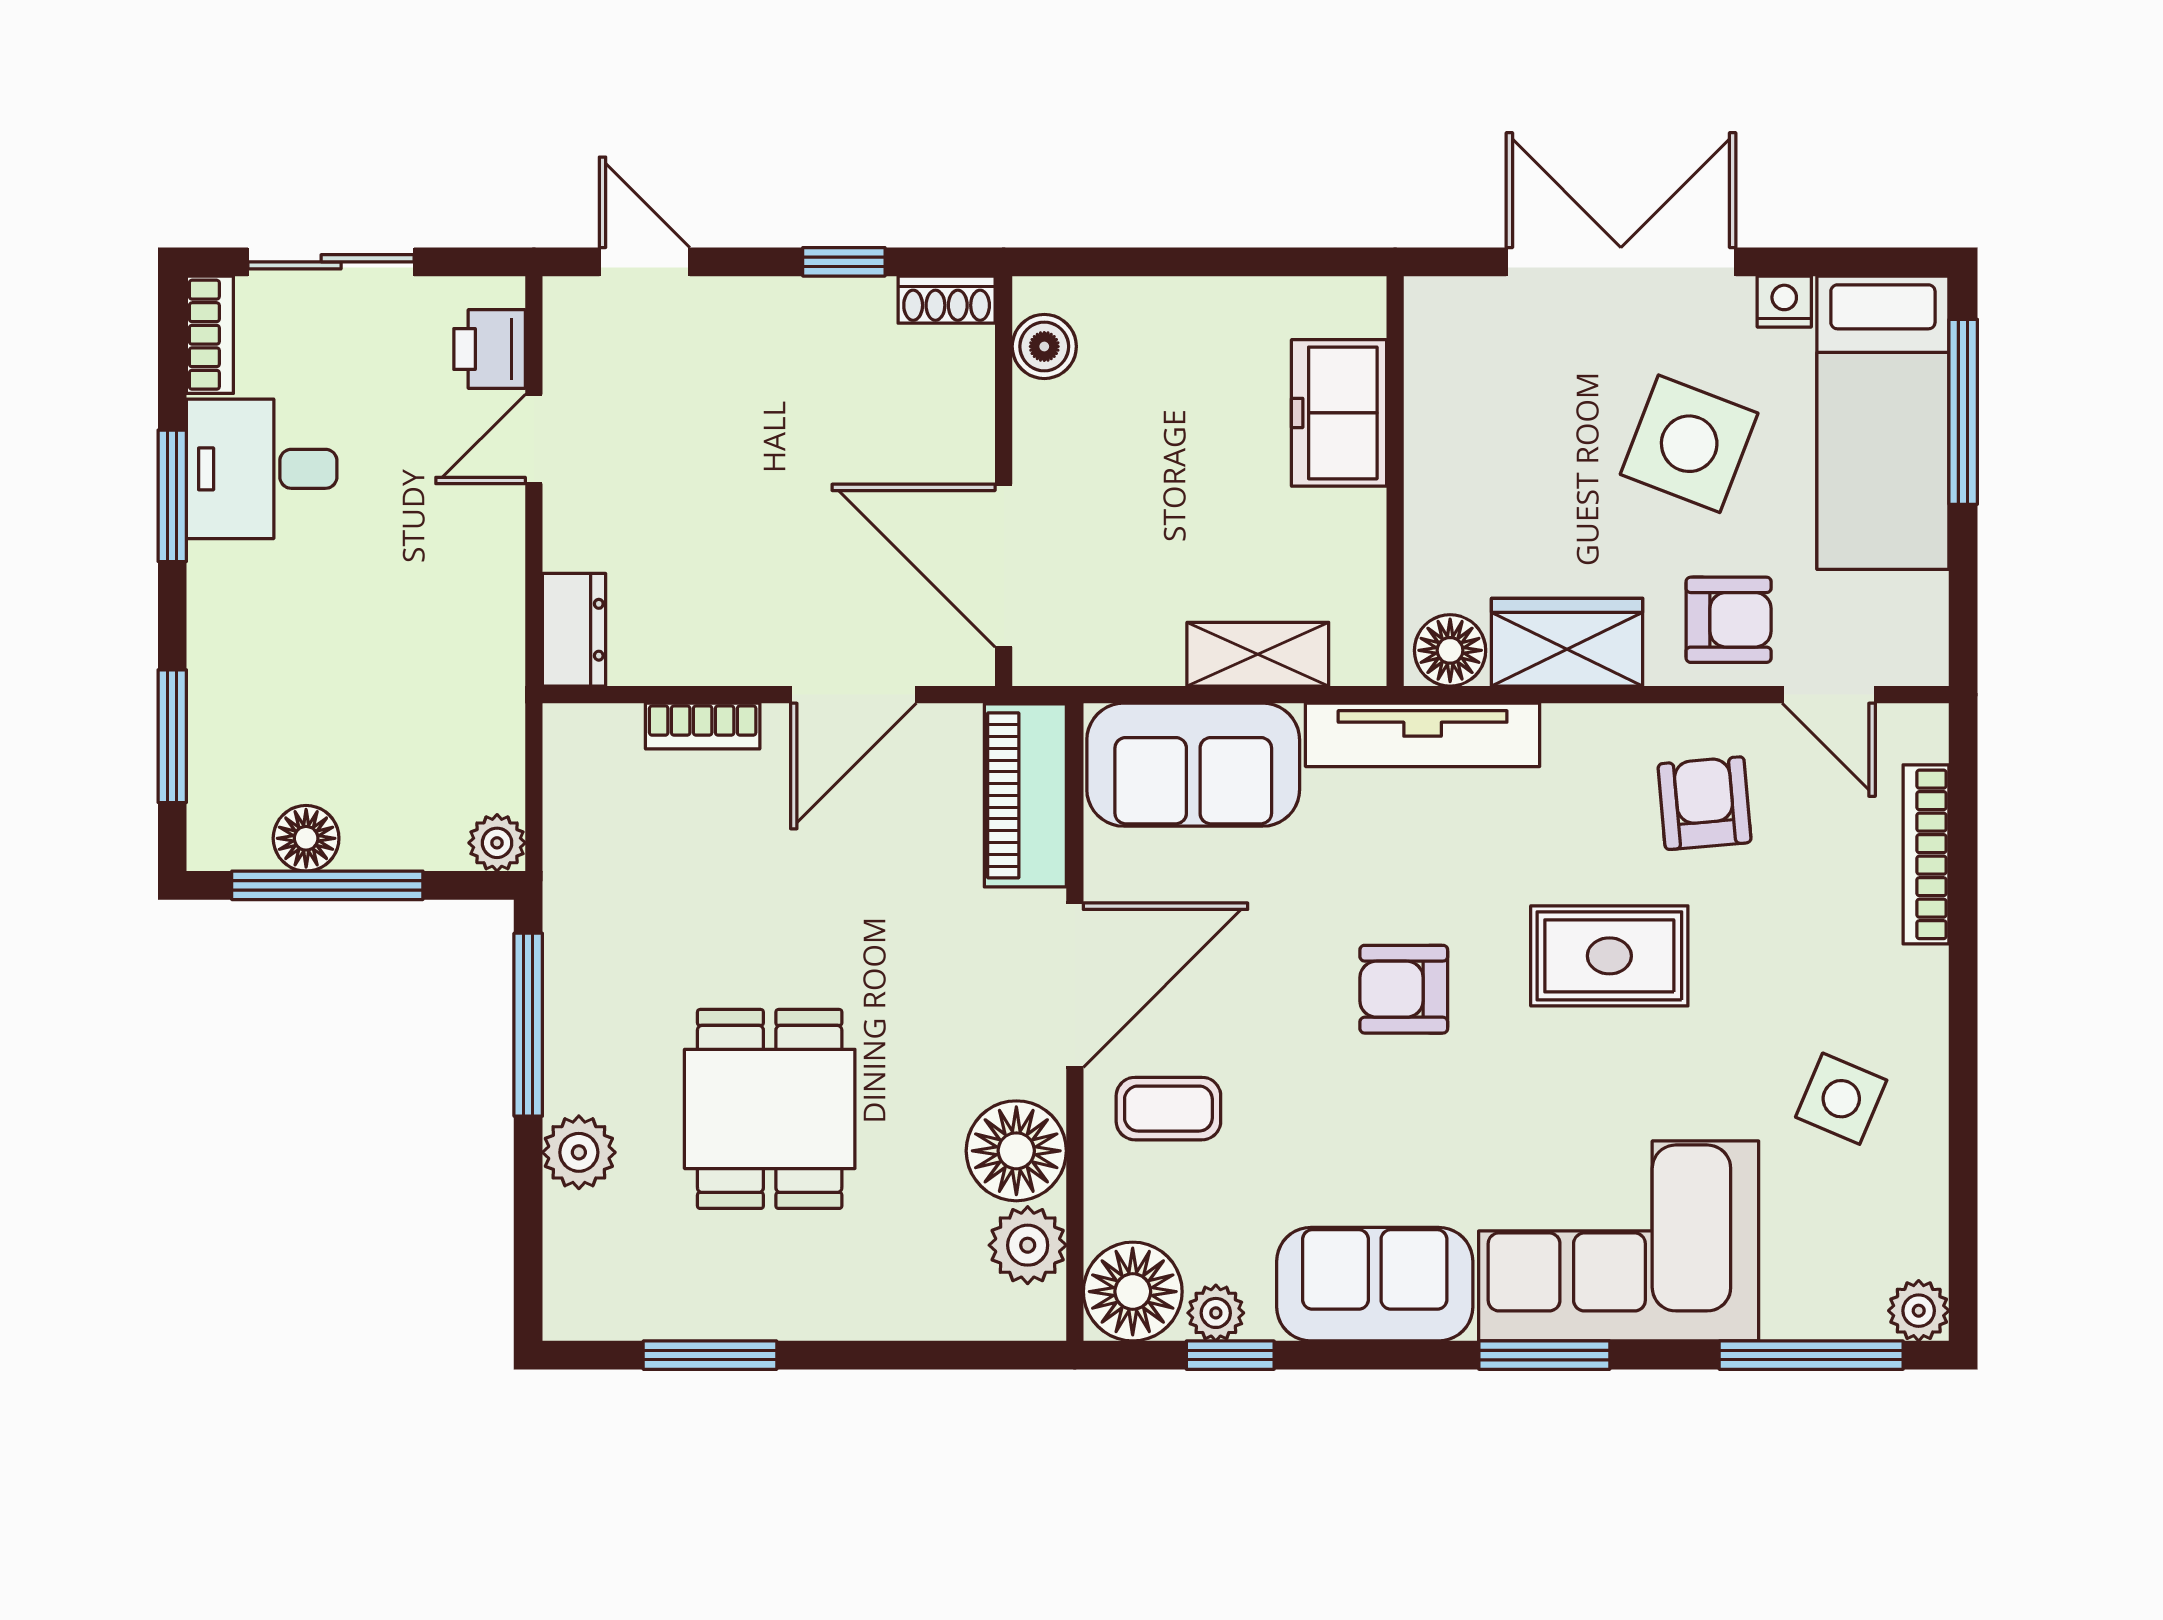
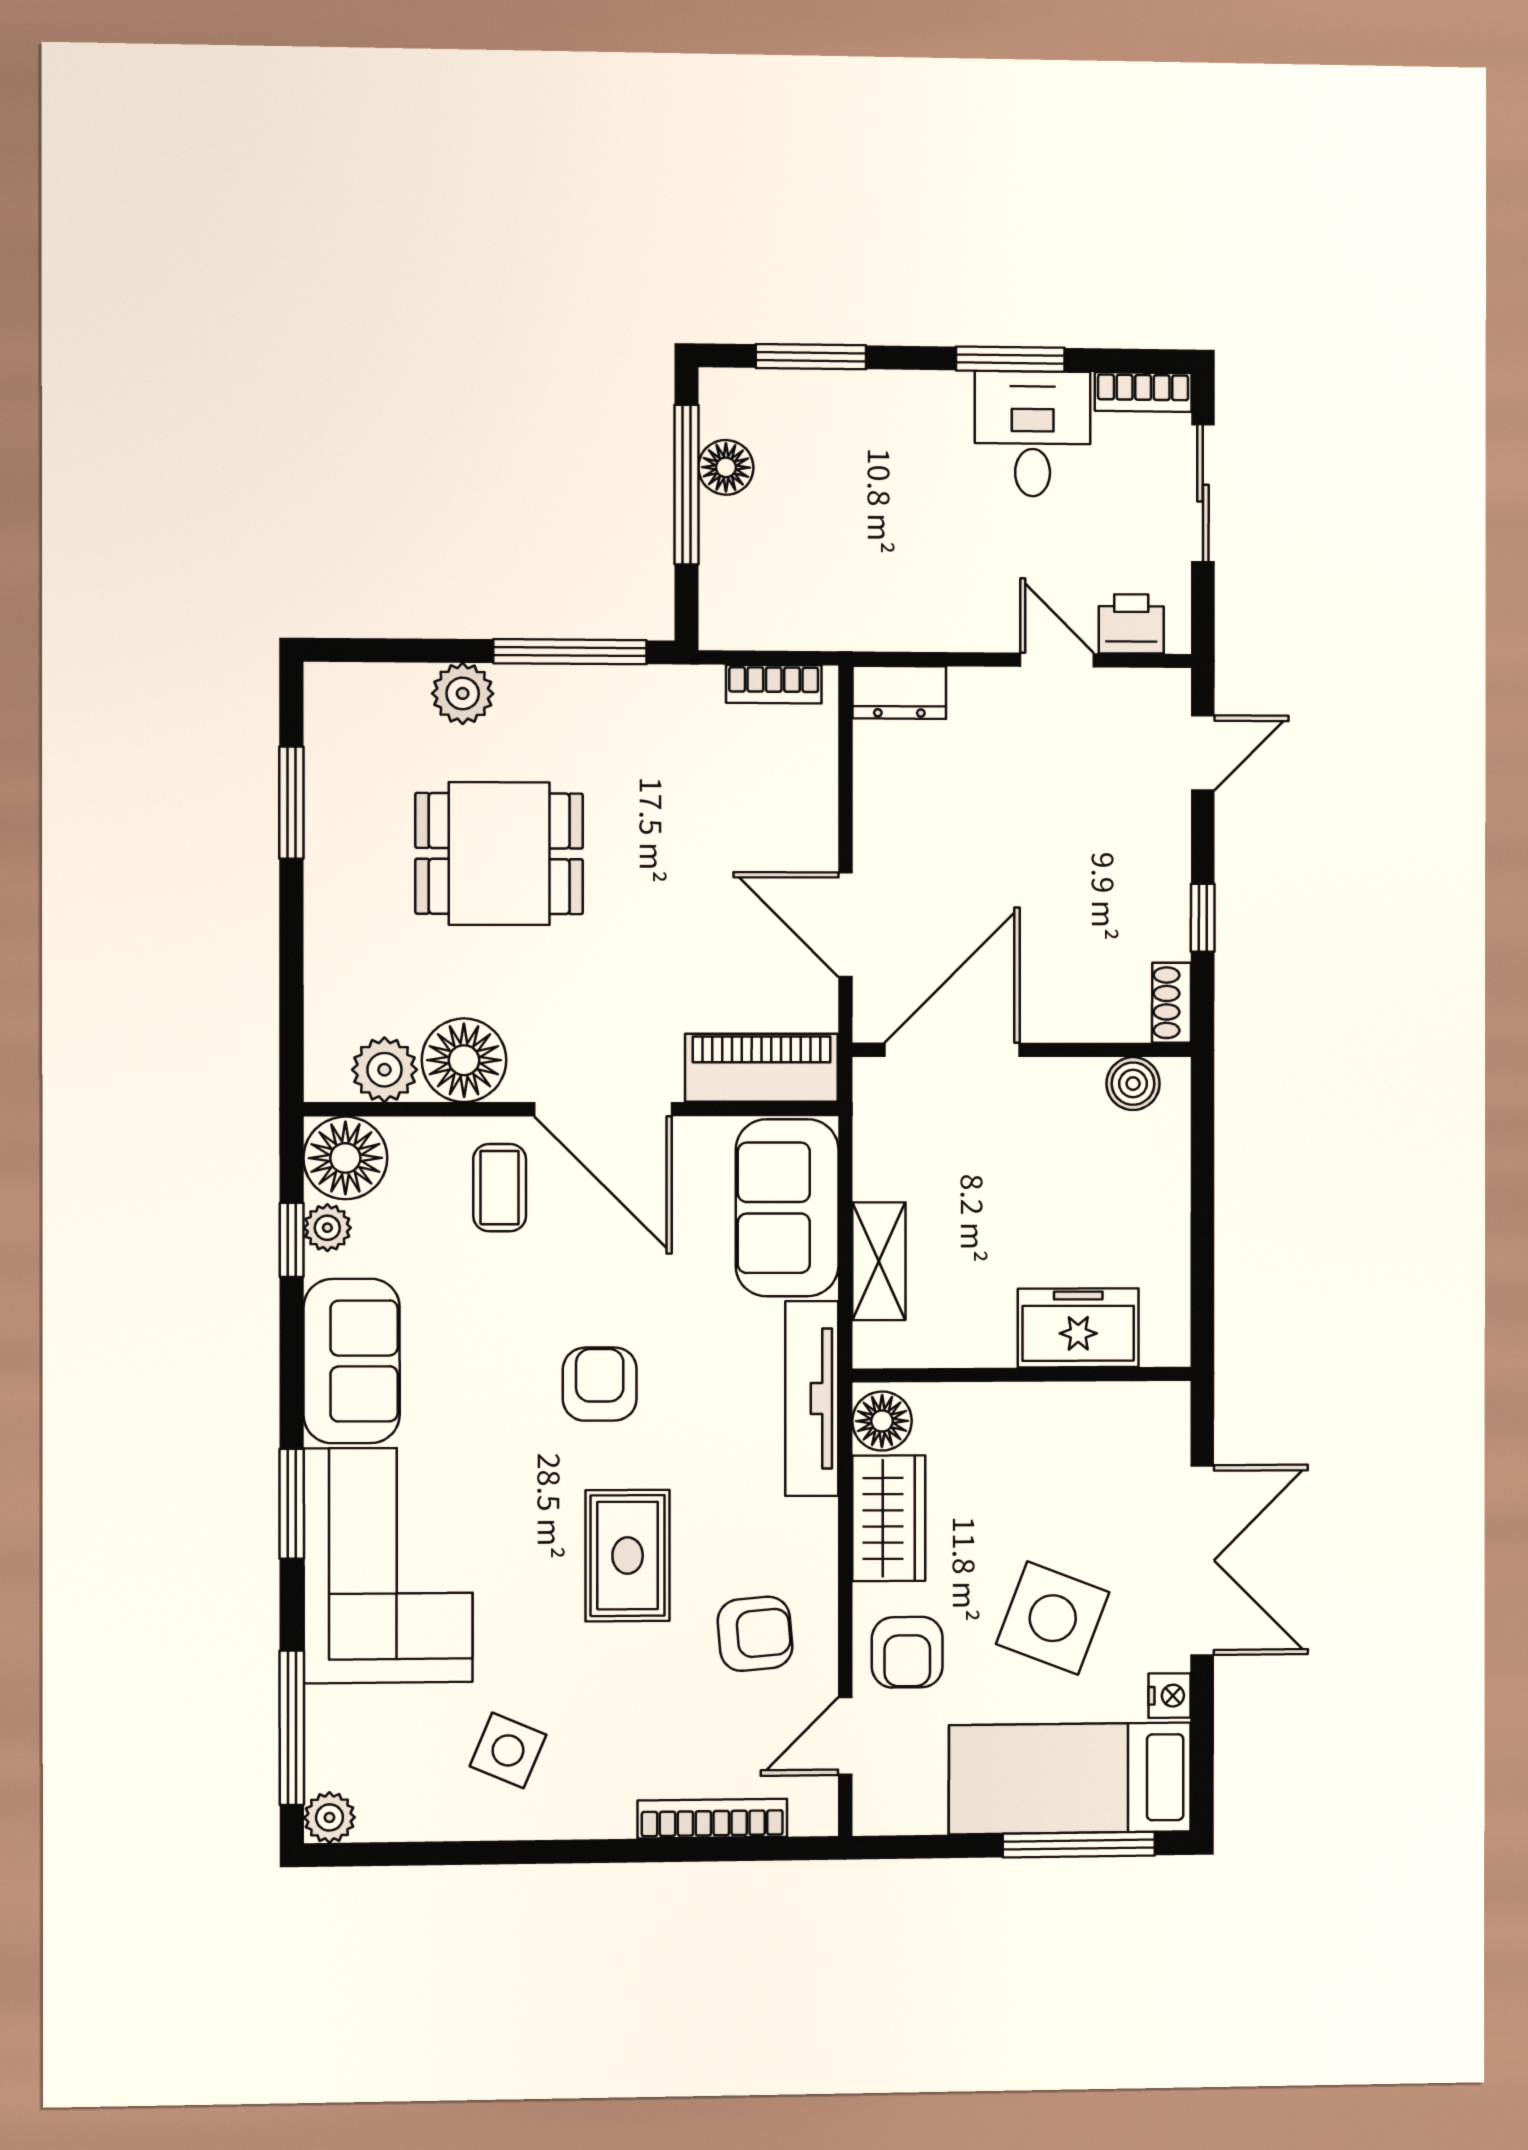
bookcase: (703, 726) -> (774, 684), moved, turned -90
plant: (497, 843) -> (722, 627), removed

